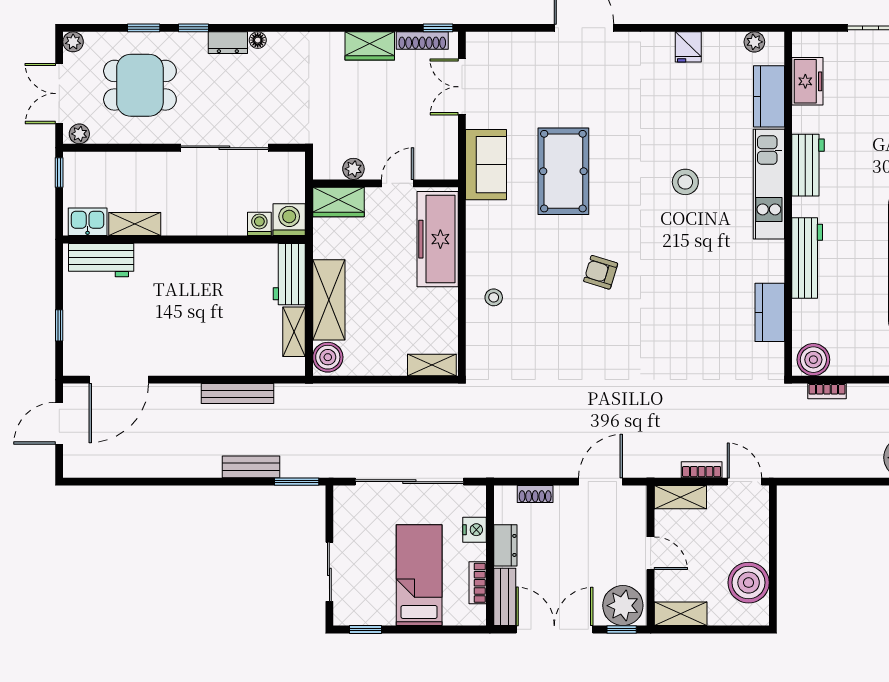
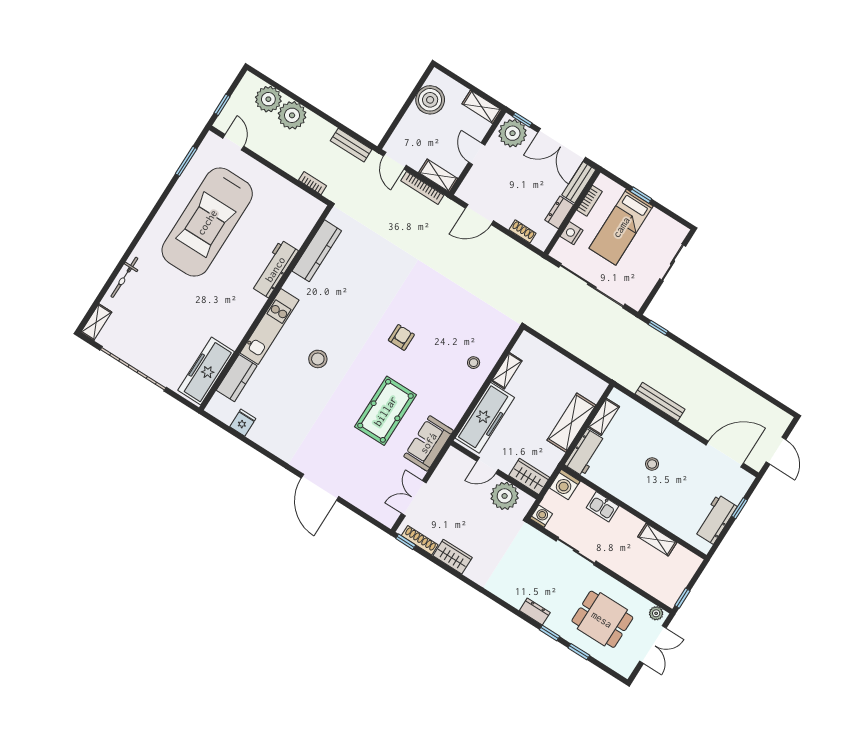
floor lamp: (258, 40) -> (516, 602), removed
plant: (73, 42) -> (625, 670), removed
plant: (754, 42) -> (225, 416), removed
fridge: (688, 47) -> (243, 423), moved
freezer: (807, 81) -> (206, 371), width x1.91, depth x1.26
double door: (462, 87) -> (414, 498), swing flipped
sliding door: (224, 148) -> (576, 551), width x0.73
workbench: (808, 165) -> (239, 323), removed
plant: (353, 169) -> (505, 496), width x1.87, depth x1.87
kitchen sink: (88, 222) -> (602, 507), moved
washing machine: (259, 224) -> (541, 516), moved, turned 180
workbench: (101, 260) -> (716, 519), moved, turned -90
armchair: (601, 272) -> (401, 337), turned -107
stool: (199, 312) -> (652, 464), added
kitchen counter: (770, 312) -> (317, 251), width x1.50
boiler: (328, 357) -> (593, 389), removed
boiler: (813, 360) -> (309, 207), removed
shelving: (432, 365) -> (507, 371), moved, turned 90
door: (59, 423) -> (776, 451), hinge flipped
bench: (251, 467) -> (351, 145), moved
bookcase: (702, 470) -> (422, 188), width x1.56
window: (297, 482) -> (658, 328), width x0.67
window: (365, 629) -> (641, 195), moved

